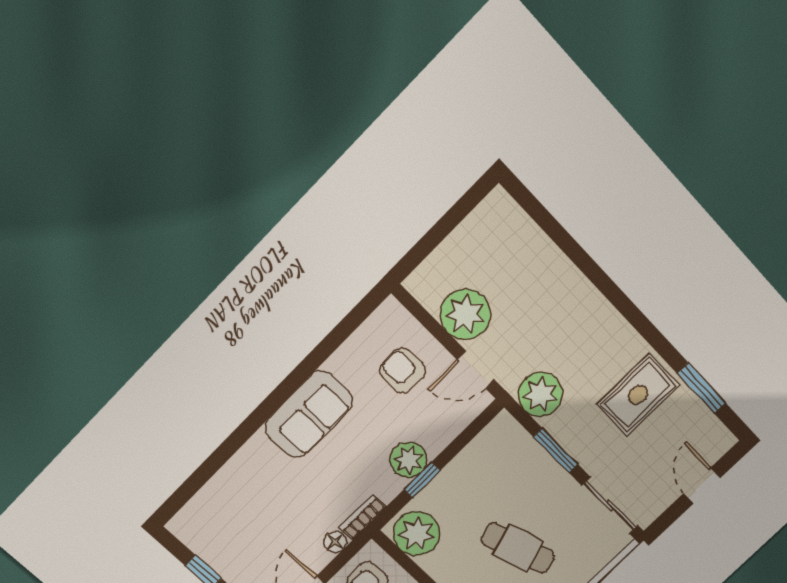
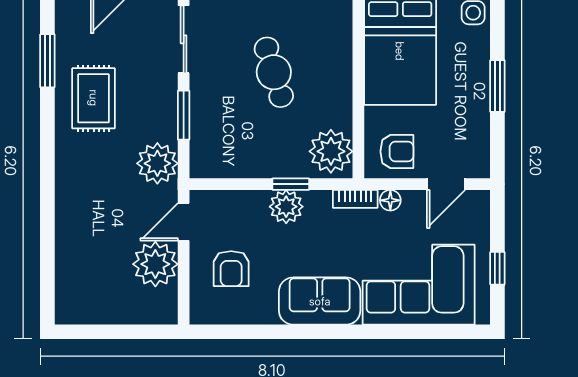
door: (476, 370) -> (184, 222), swing flipped
rug: (638, 395) -> (94, 98), turned 90
corner sofa: (248, 502) -> (419, 285), added

